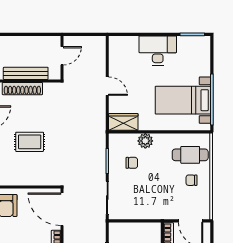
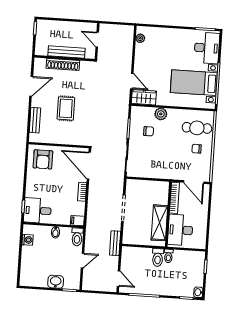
desk: (158, 50) -> (207, 48), moved, turned 90
plant: (114, 51) -> (140, 38), added
door: (62, 56) -> (97, 40), swing flipped
door: (107, 86) -> (132, 81), moved
rug: (30, 142) -> (66, 108), turned 90

